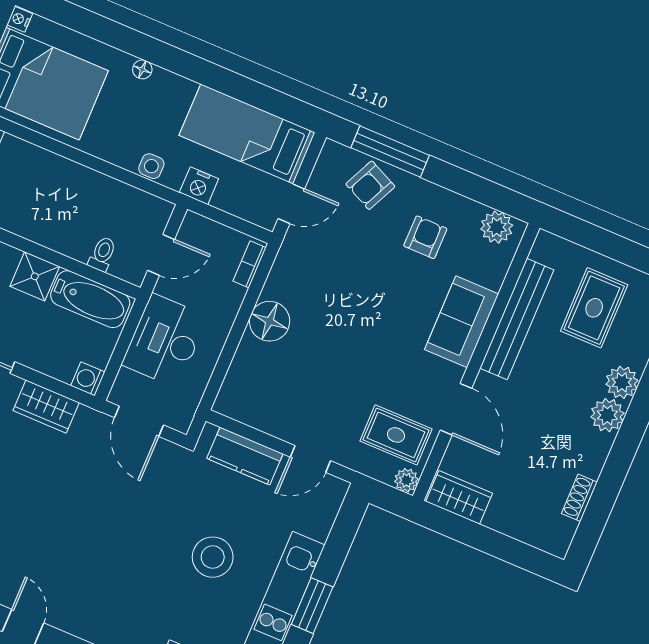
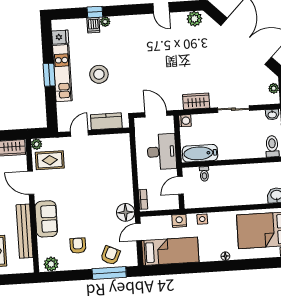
armchair: (425, 237) -> (78, 246), turned 180
shower: (35, 276) -> (227, 151), removed
floor lamp: (270, 321) -> (126, 212), moved

